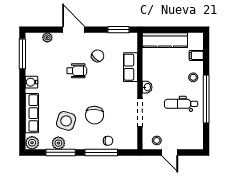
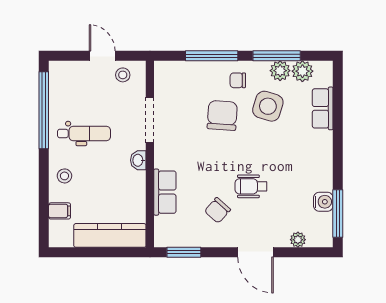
water cooler: (31, 82) -> (323, 202), moved
window: (206, 99) -> (44, 110), moved
row of seats: (32, 113) -> (323, 108), width x0.68
chair: (108, 141) -> (238, 80), moved
plant: (32, 143) -> (302, 71), moved

